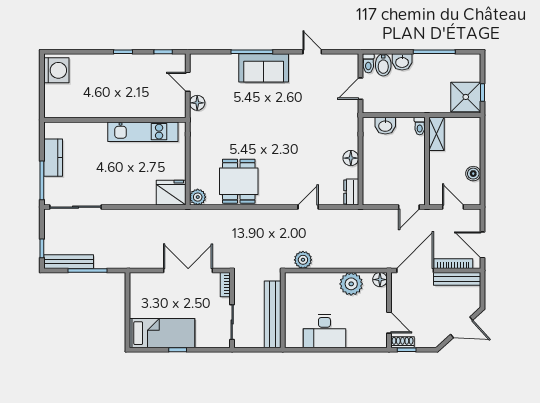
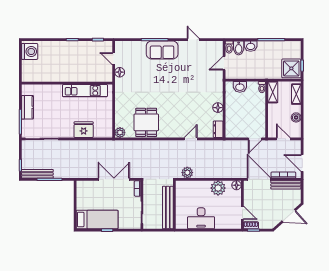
shelving: (473, 137) -> (296, 94), added
fridge: (171, 193) -> (84, 130), moved
door: (415, 270) -> (259, 179), hinge flipped

